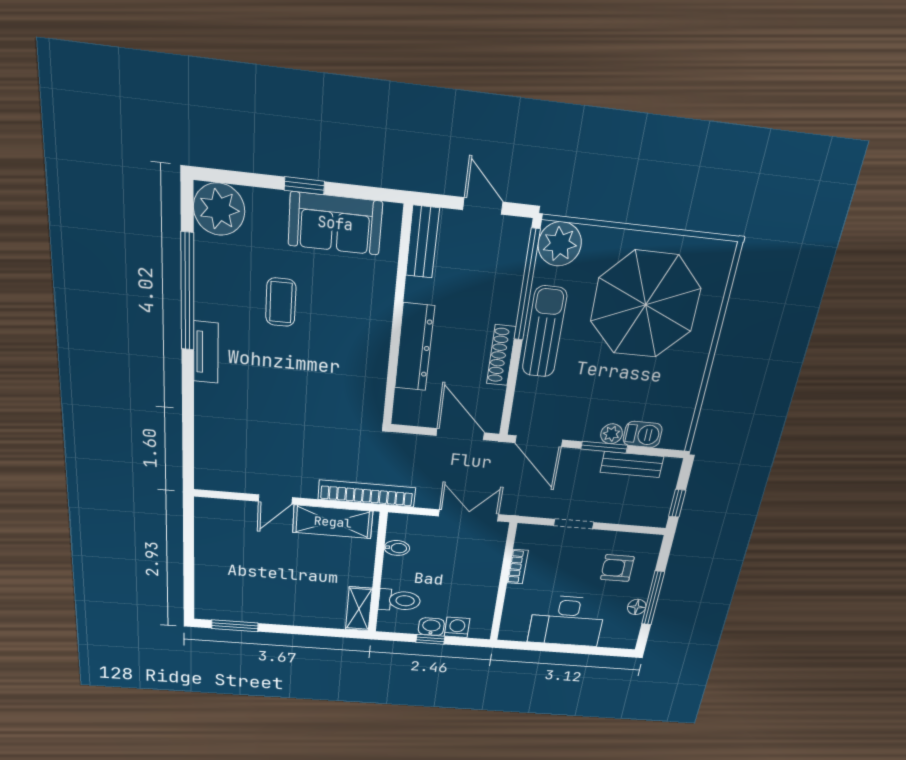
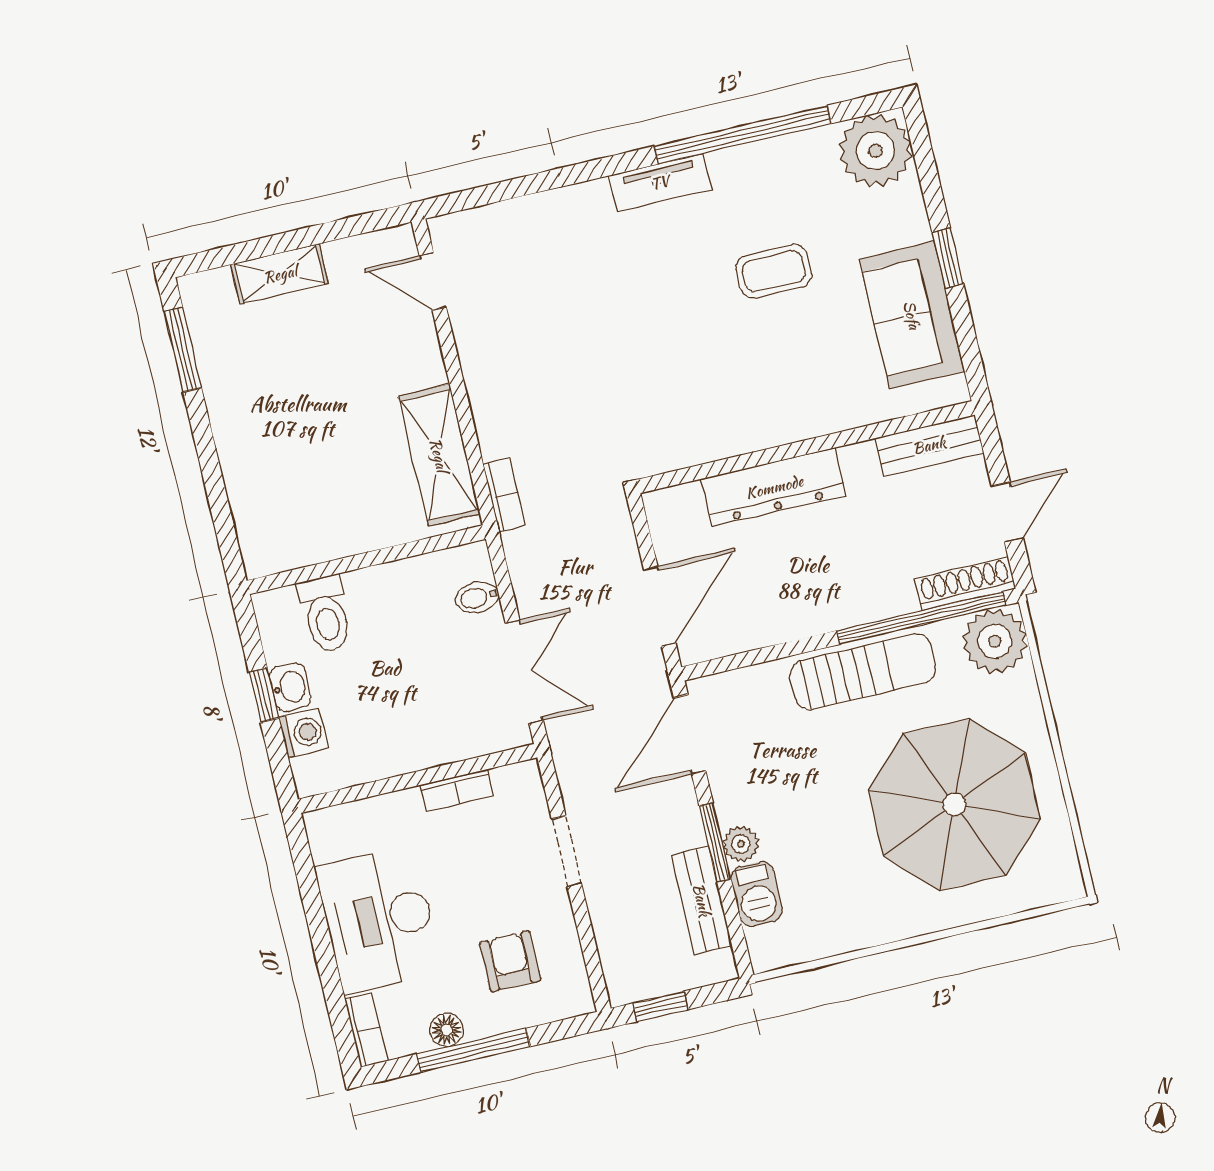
shoe rack: (501, 355) -> (965, 584), moved
bookcase: (367, 493) -> (504, 495), width x0.43, depth x0.76
door: (275, 499) -> (433, 281), moved
bidet: (397, 548) -> (477, 597), moved, turned 90
shelving: (359, 609) -> (280, 274), moved
bookcase: (618, 642) -> (366, 1030), added

